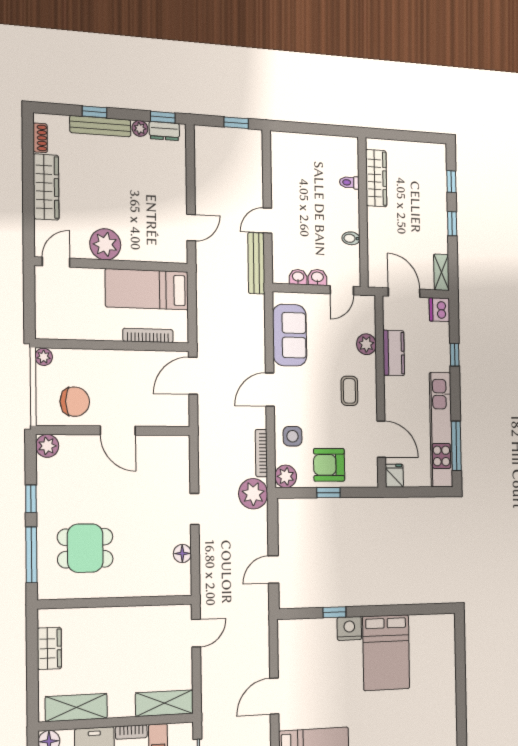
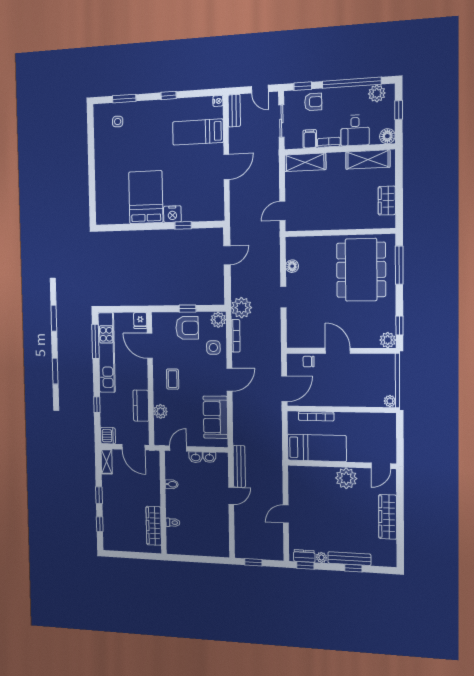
shoe rack: (40, 138) -> (392, 550), removed
door: (191, 228) -> (286, 514), moved
chair: (75, 402) -> (309, 362), moved, width x0.54, depth x0.54
window: (31, 499) -> (399, 325), moved
dining table: (85, 548) -> (361, 270), width x1.88, depth x1.24

